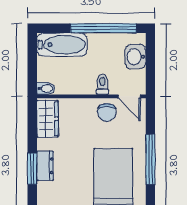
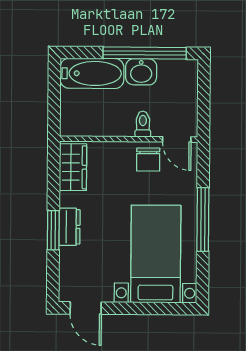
washbasin: (135, 57) -> (141, 72), moved, turned -90
bidet: (46, 88) -> (71, 129), removed

